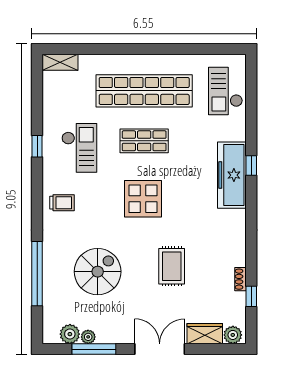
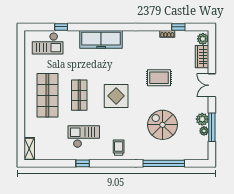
shop shelf: (144, 91) -> (47, 95), width x0.71
window: (251, 165) -> (61, 27), moved
plant: (70, 334) -> (202, 119), moved
double door: (160, 349) -> (212, 85), width x0.73

